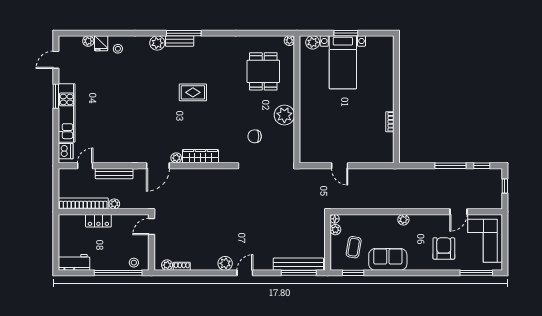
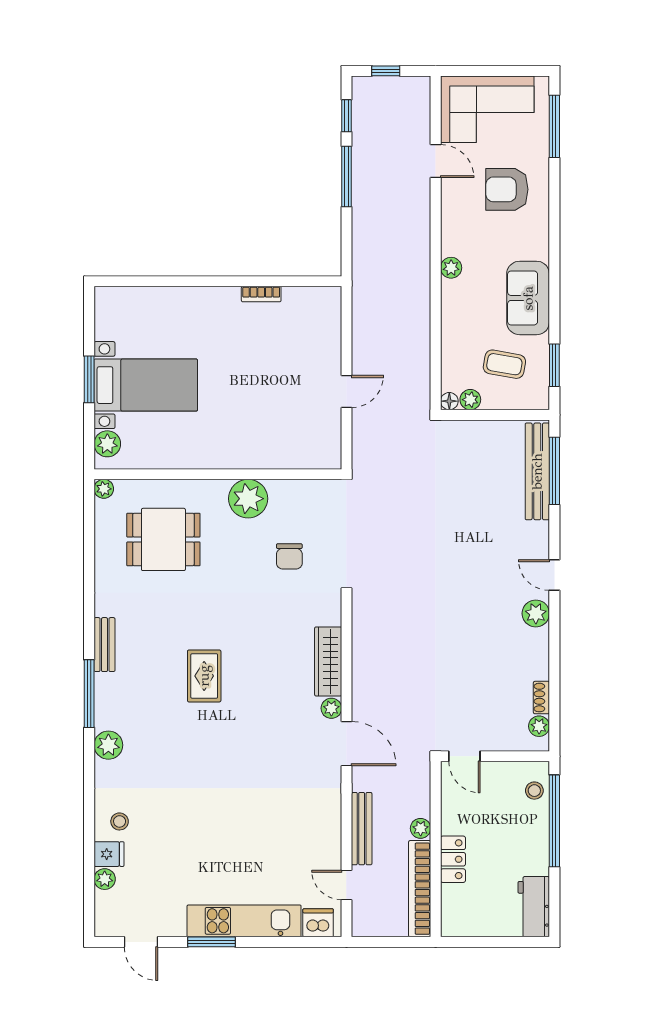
bench: (180, 41) -> (104, 645), moved

